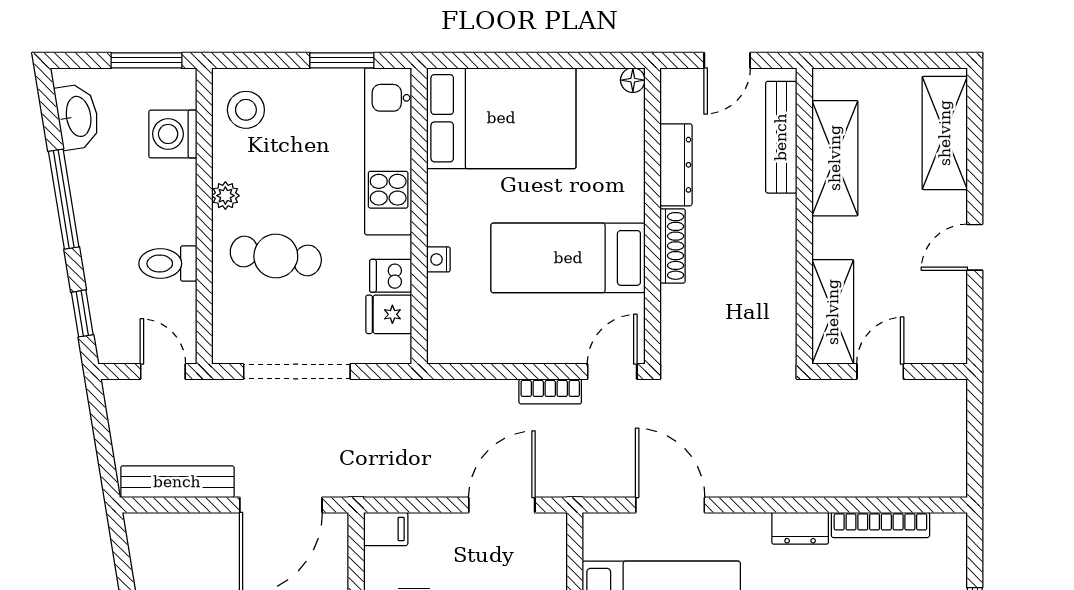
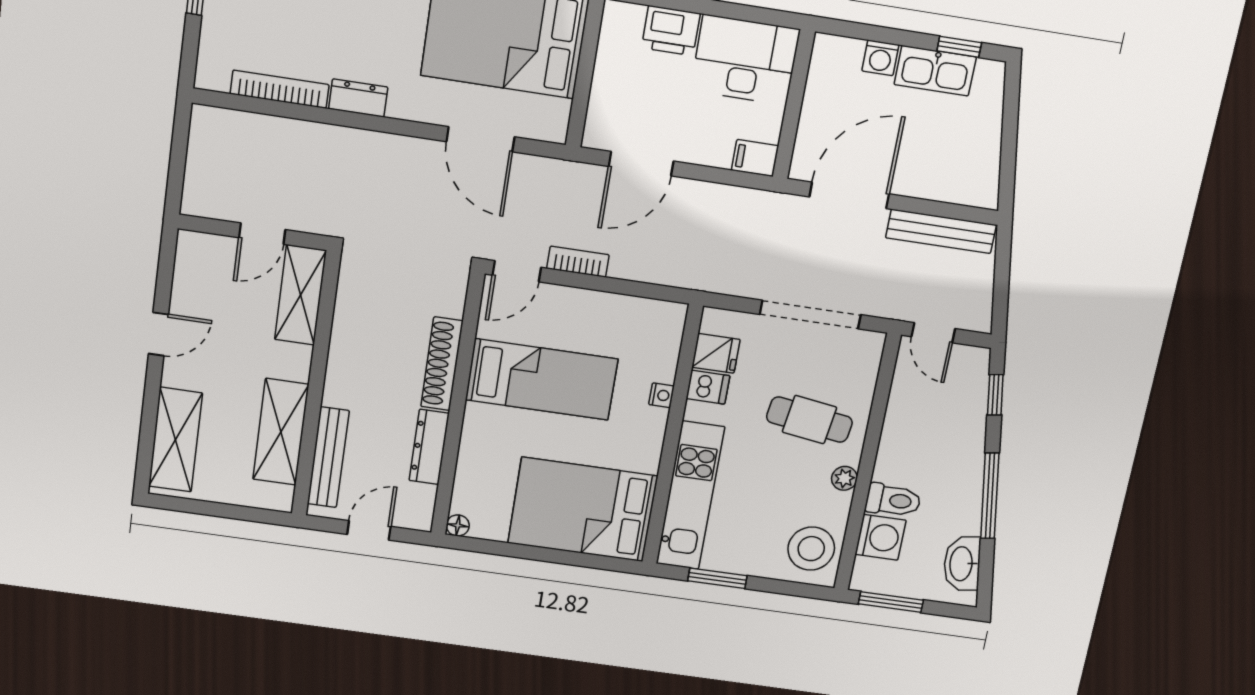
stool: (246, 110) -> (811, 549), width x1.38, depth x1.38
shoe rack: (673, 246) -> (442, 364), width x1.36, depth x1.24
toilet: (168, 264) -> (893, 500), moved

